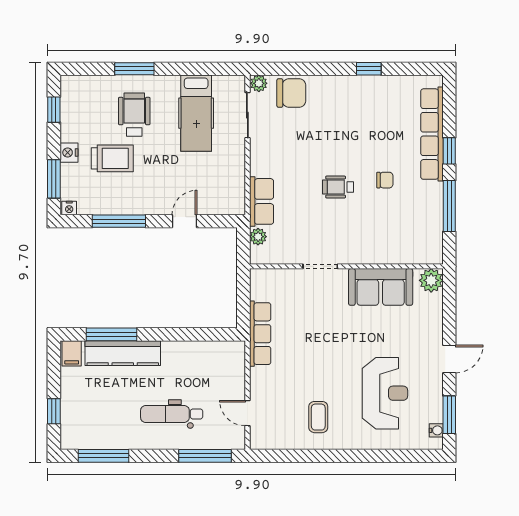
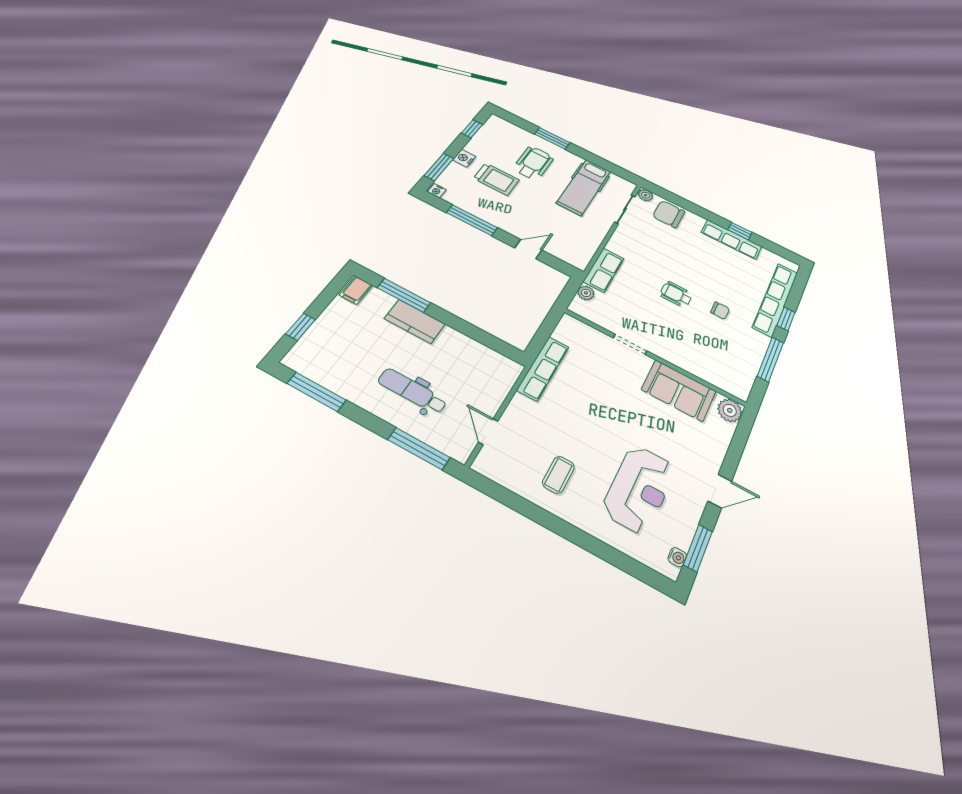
row of seats: (364, 85) -> (731, 239), added
chair: (291, 93) -> (669, 214), turned 180
kitchen counter: (123, 353) -> (415, 321), width x0.67

